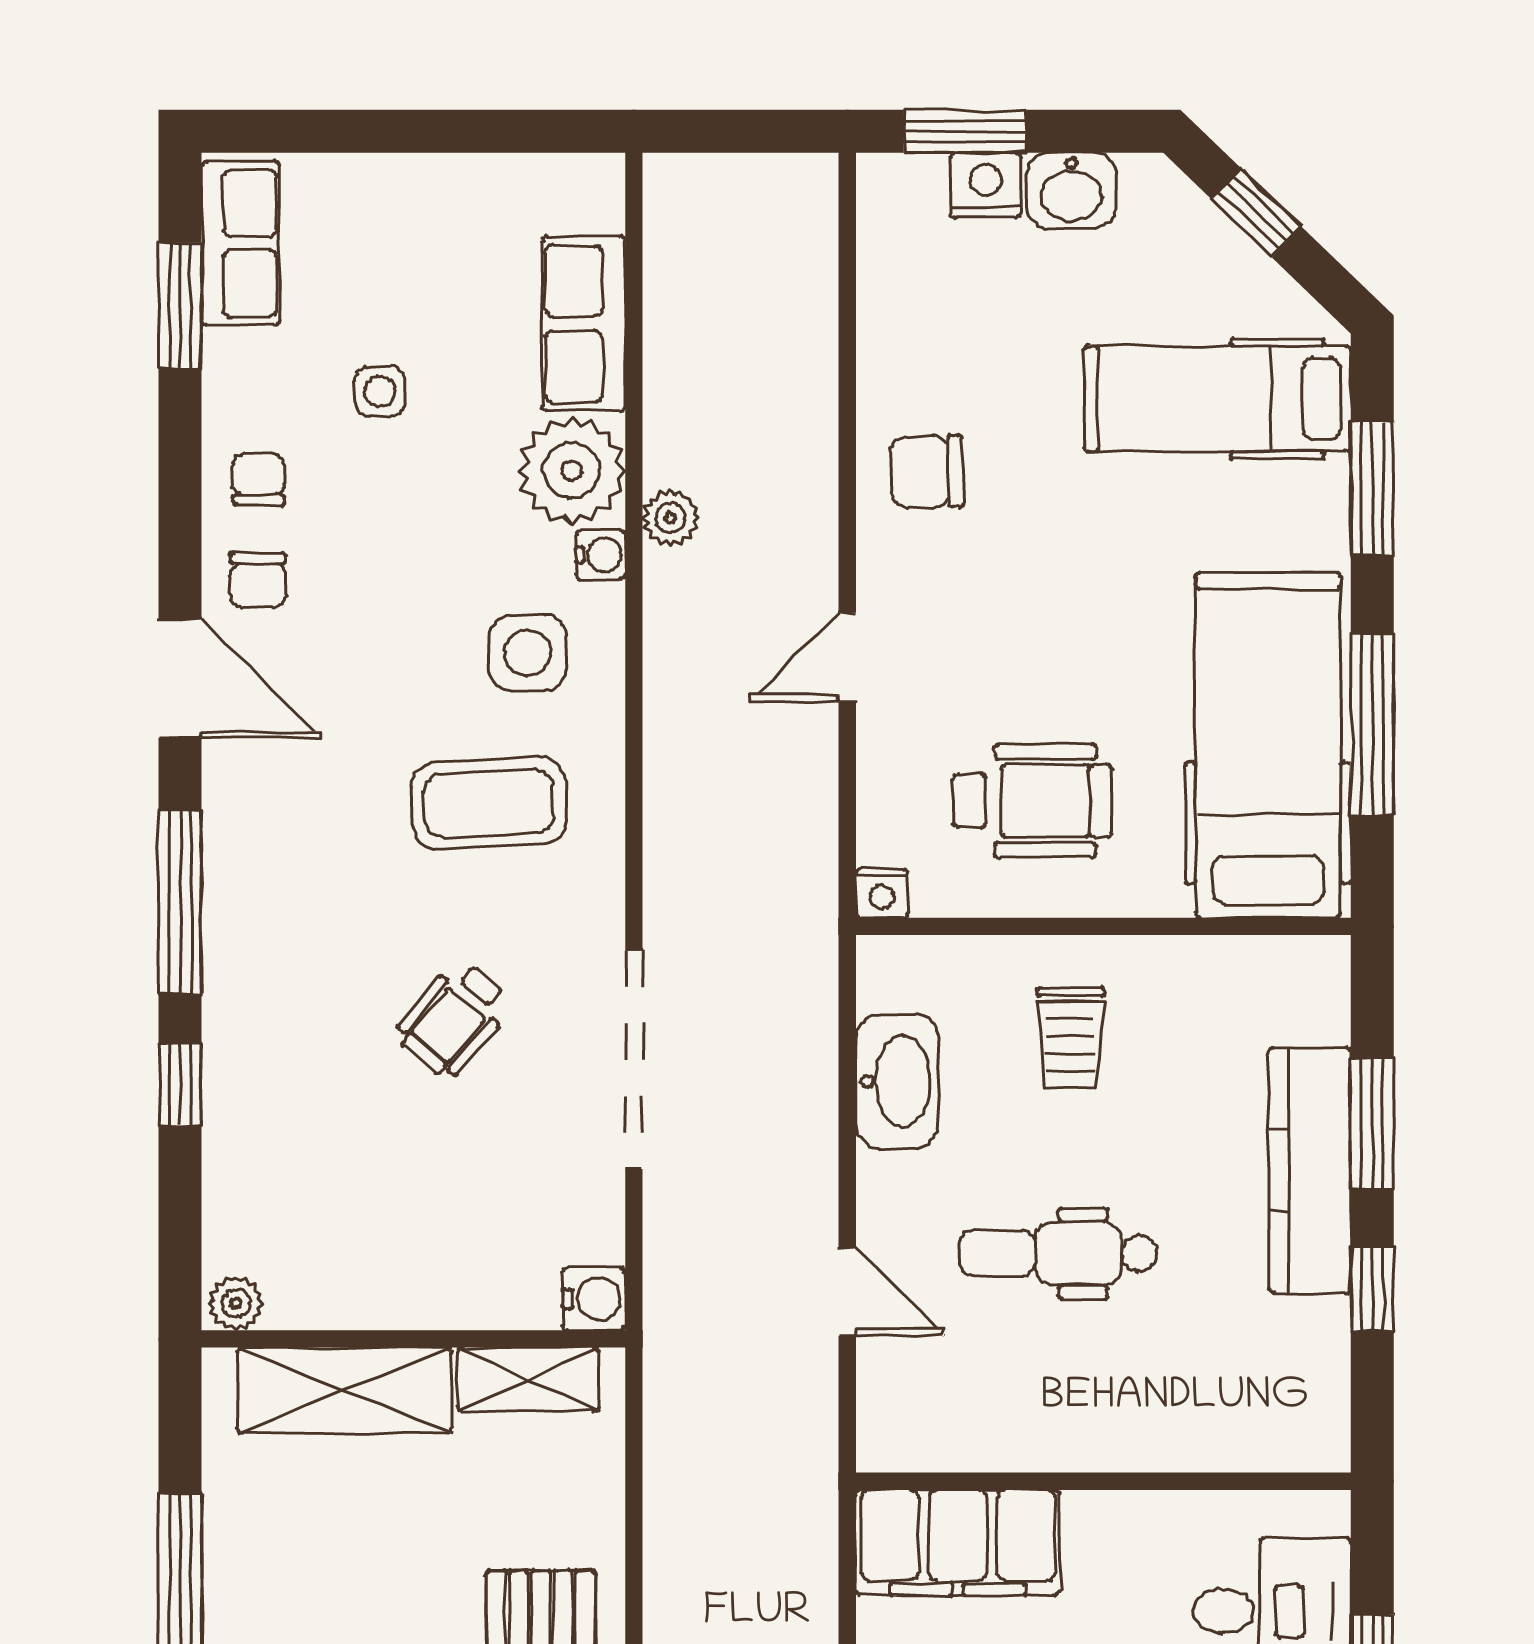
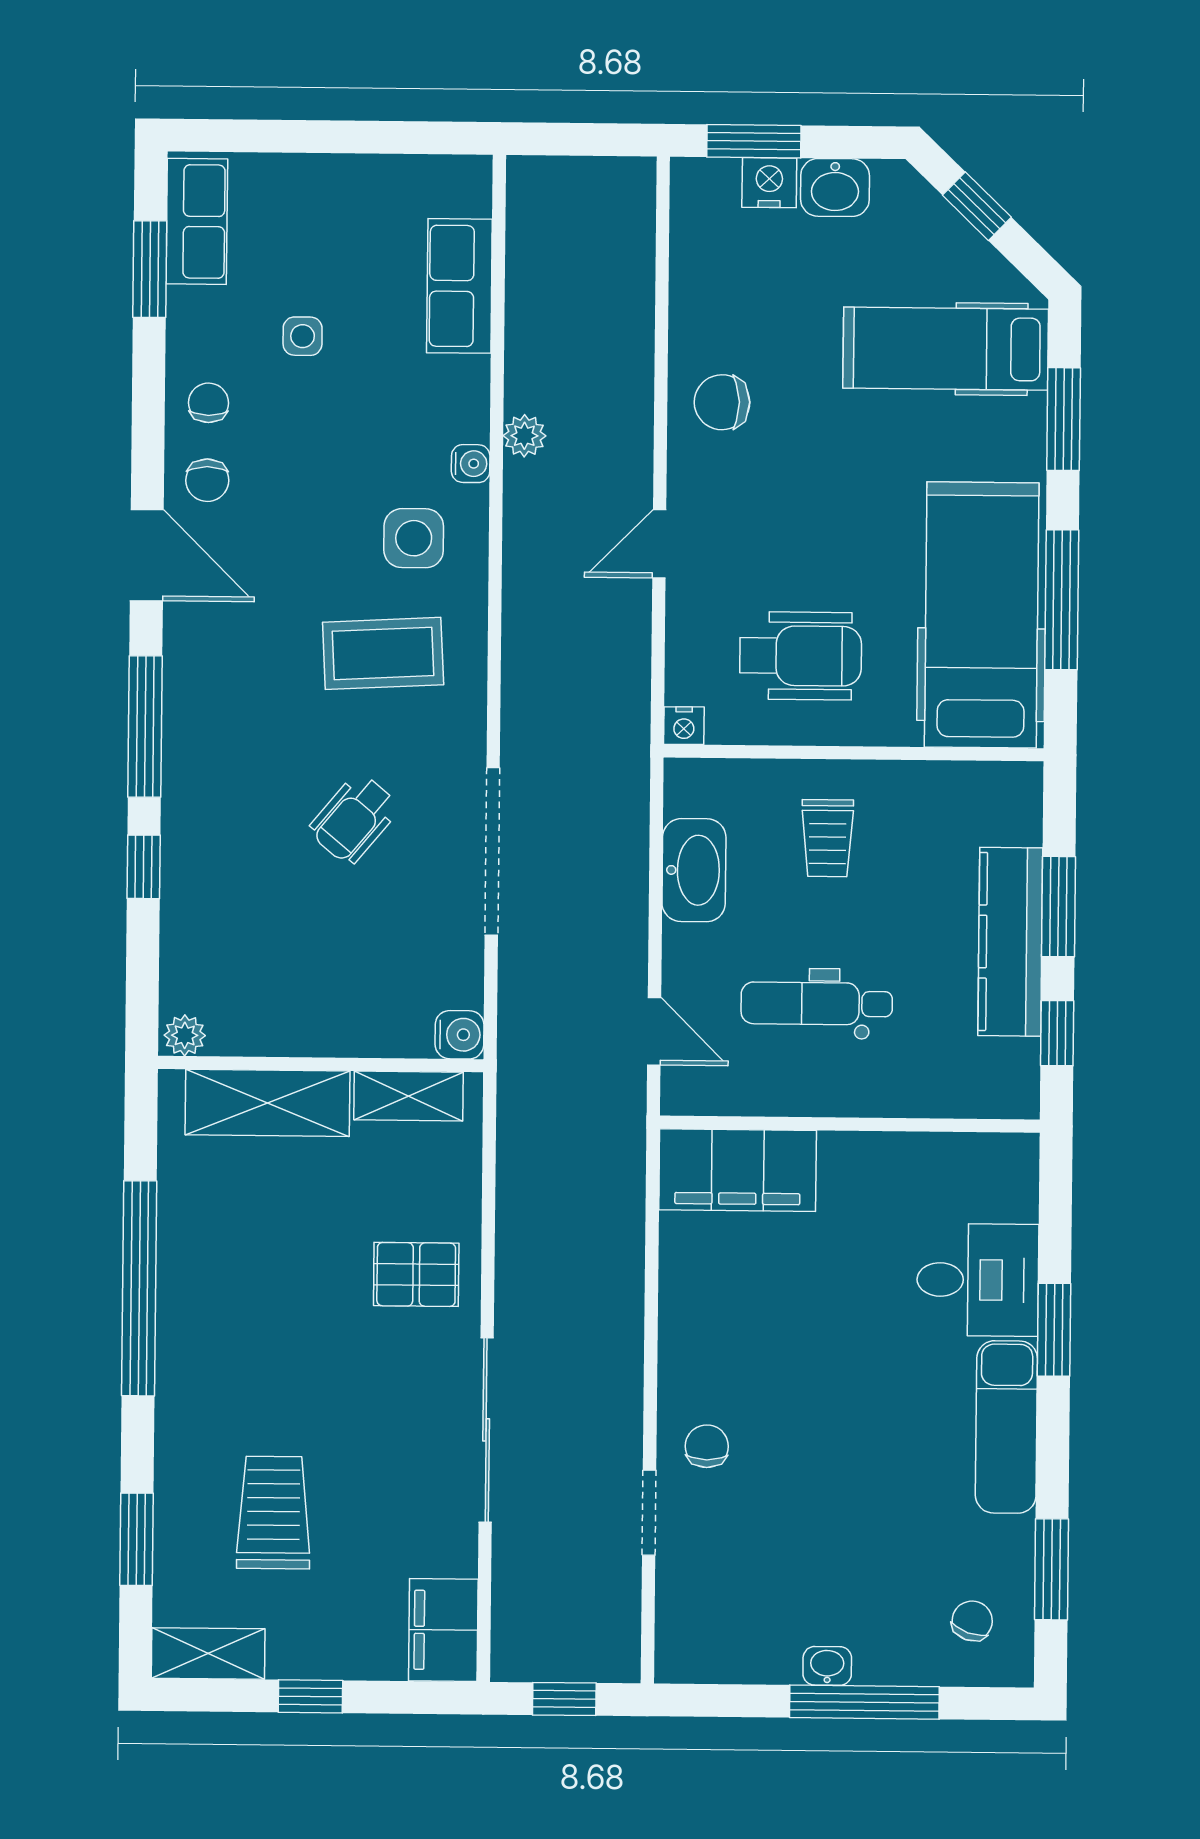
plant: (572, 471) -> (449, 399), removed
wall: (1103, 1481) -> (850, 1124), moved
filing cabinet: (958, 1543) -> (738, 1170), moved

